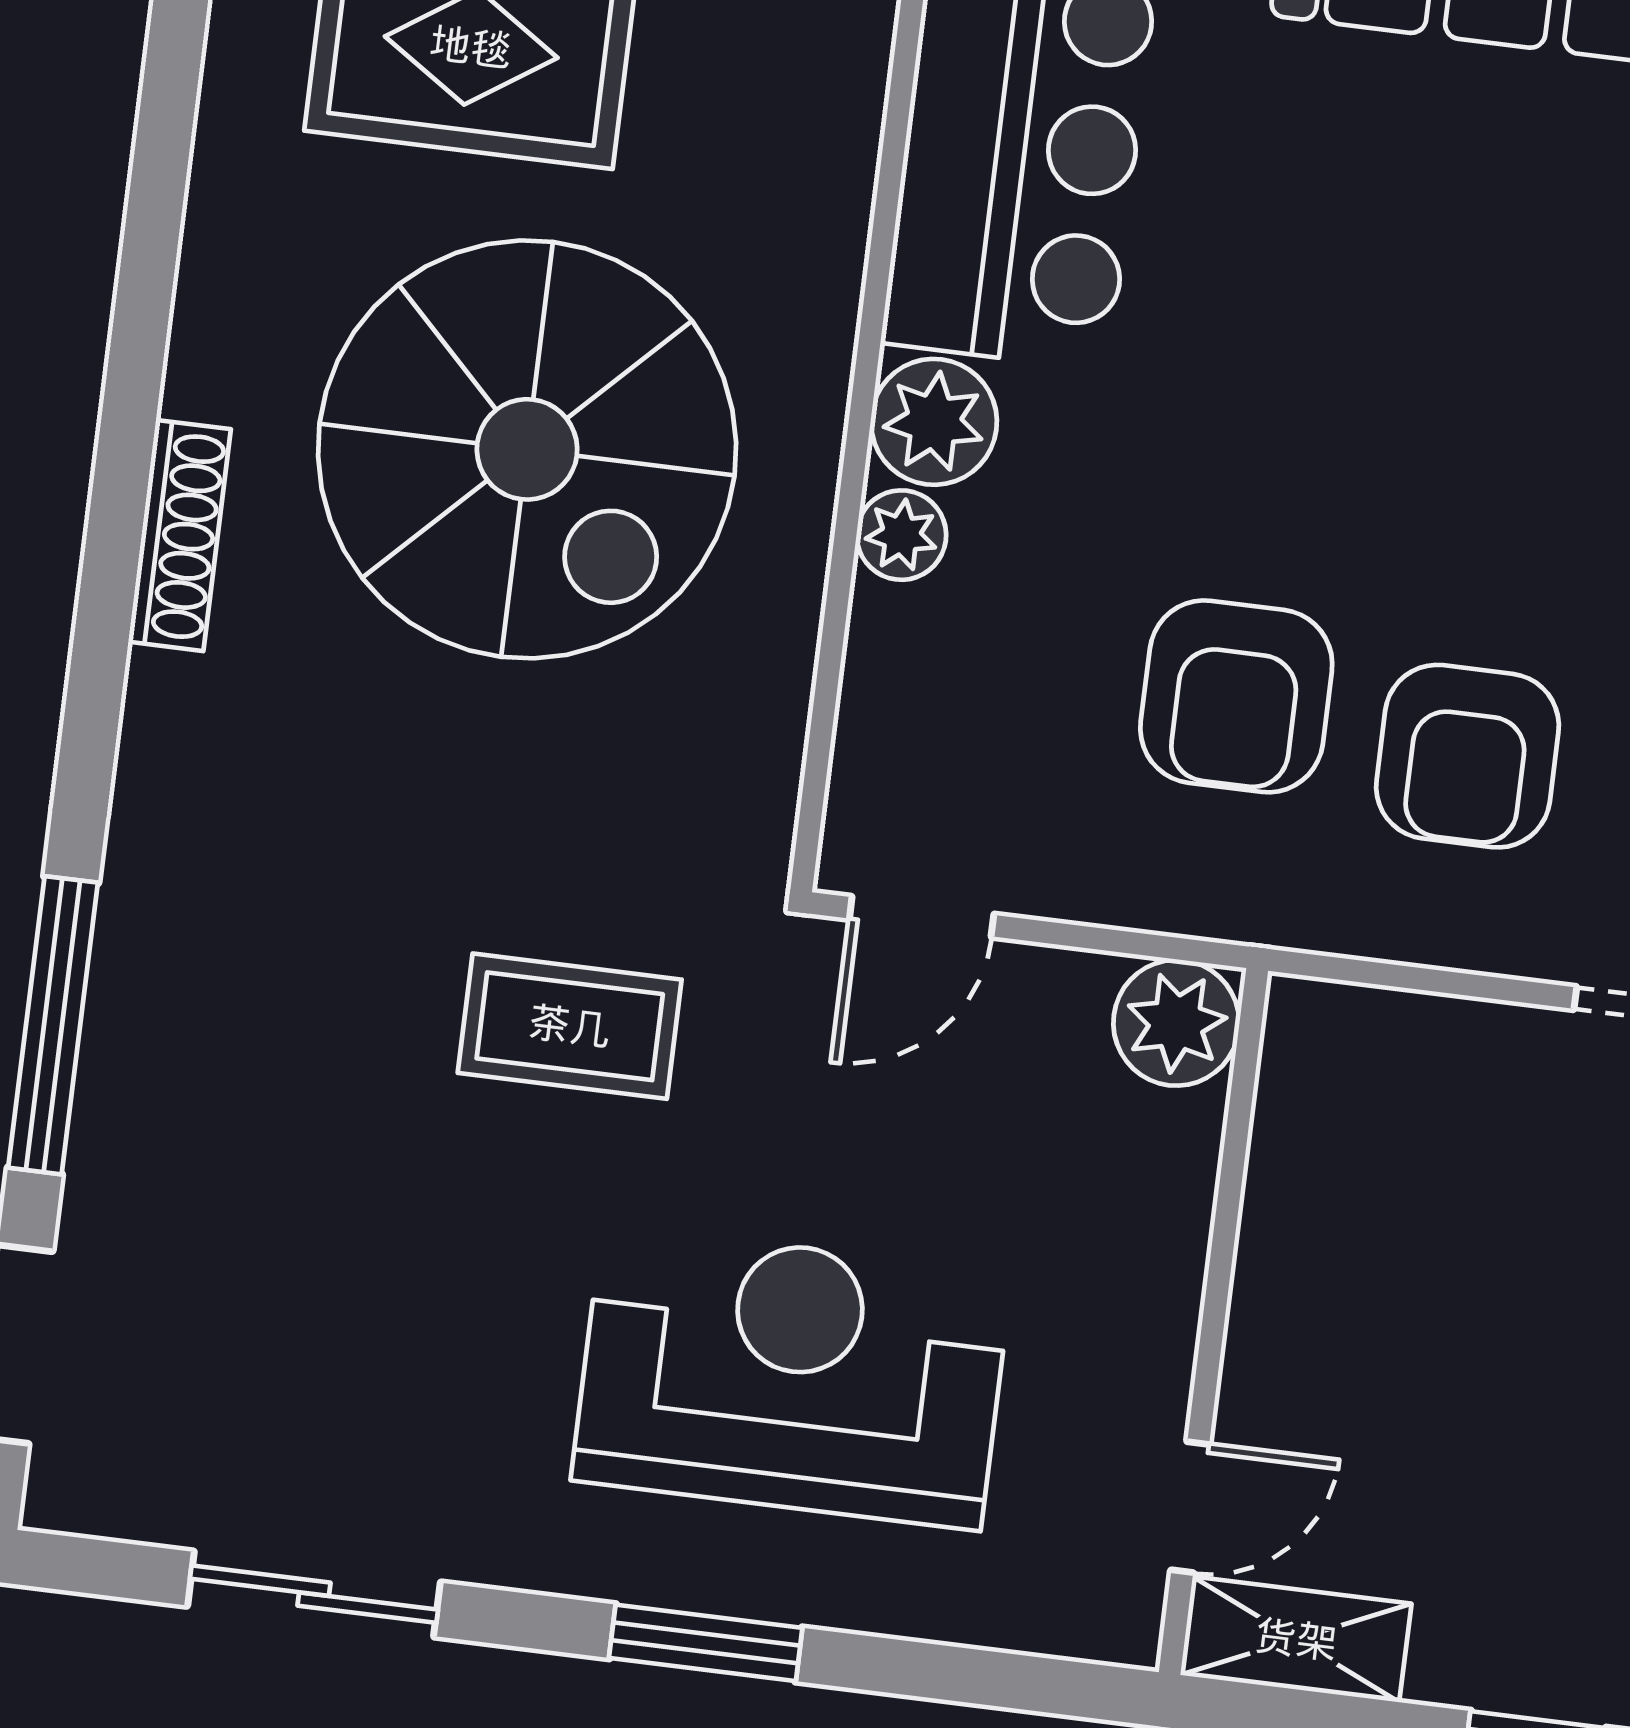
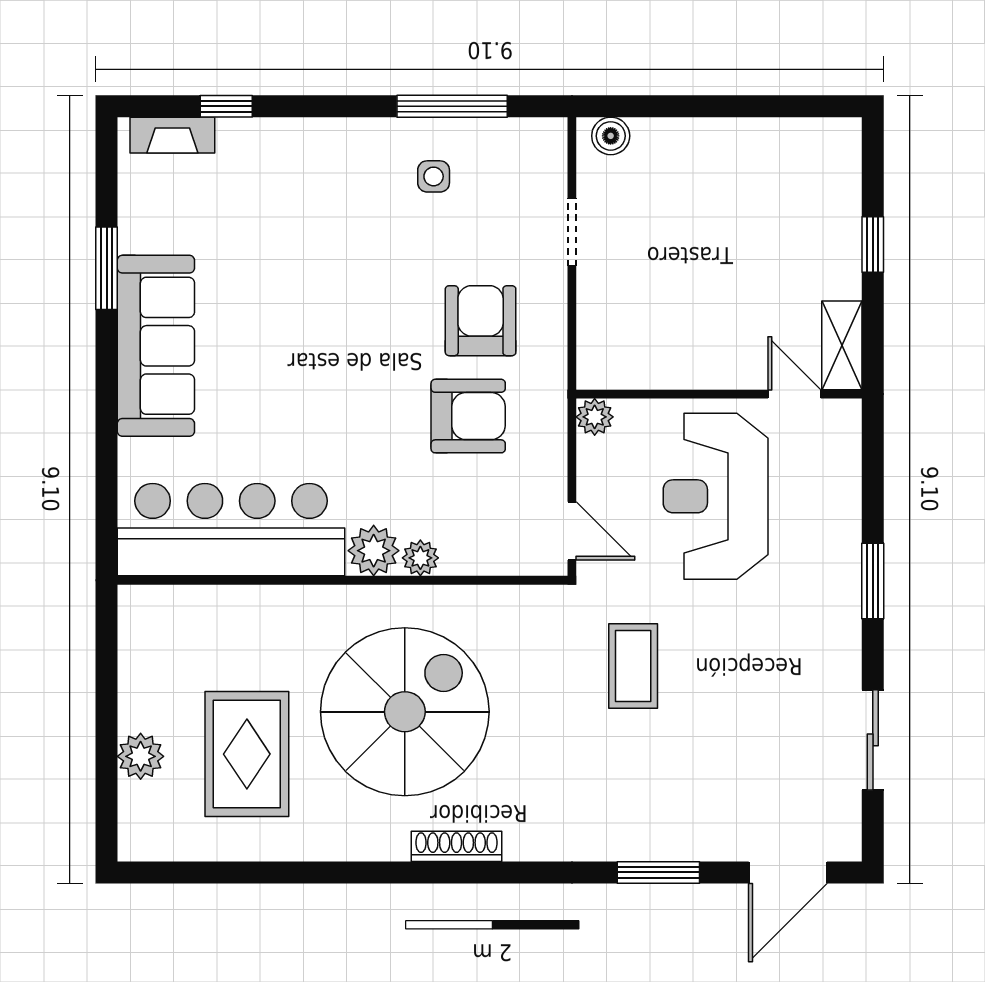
armchair: (1467, 756) -> (481, 321), turned -90
plant: (1176, 1023) -> (595, 417), width x0.73, depth x0.73
window: (53, 1025) -> (658, 872), width x0.69
reception desk: (792, 1377) -> (716, 496), moved

